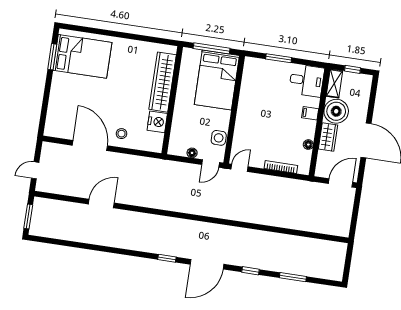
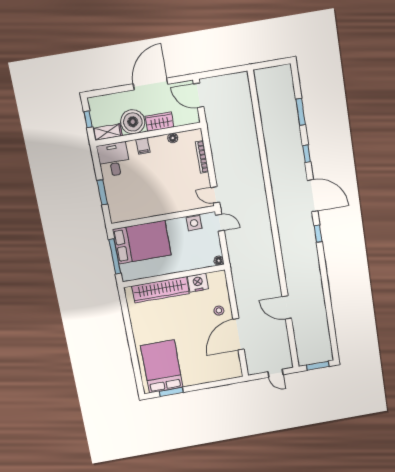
floor lamp: (192, 153) -> (219, 261), moved

